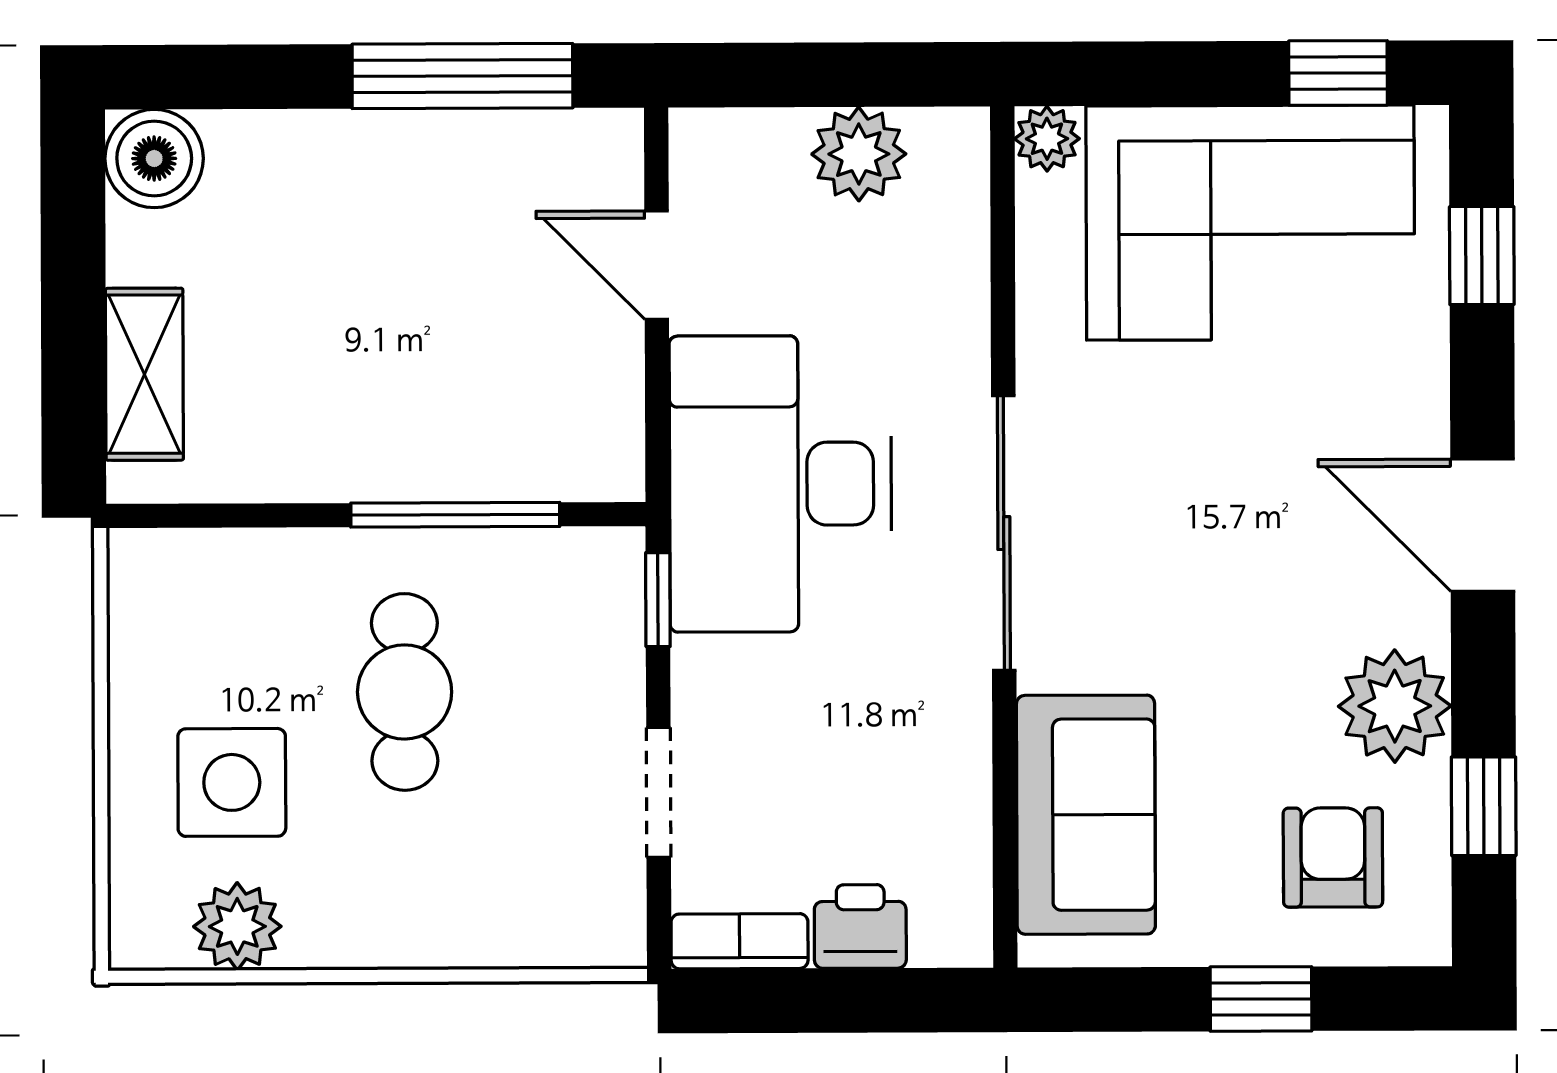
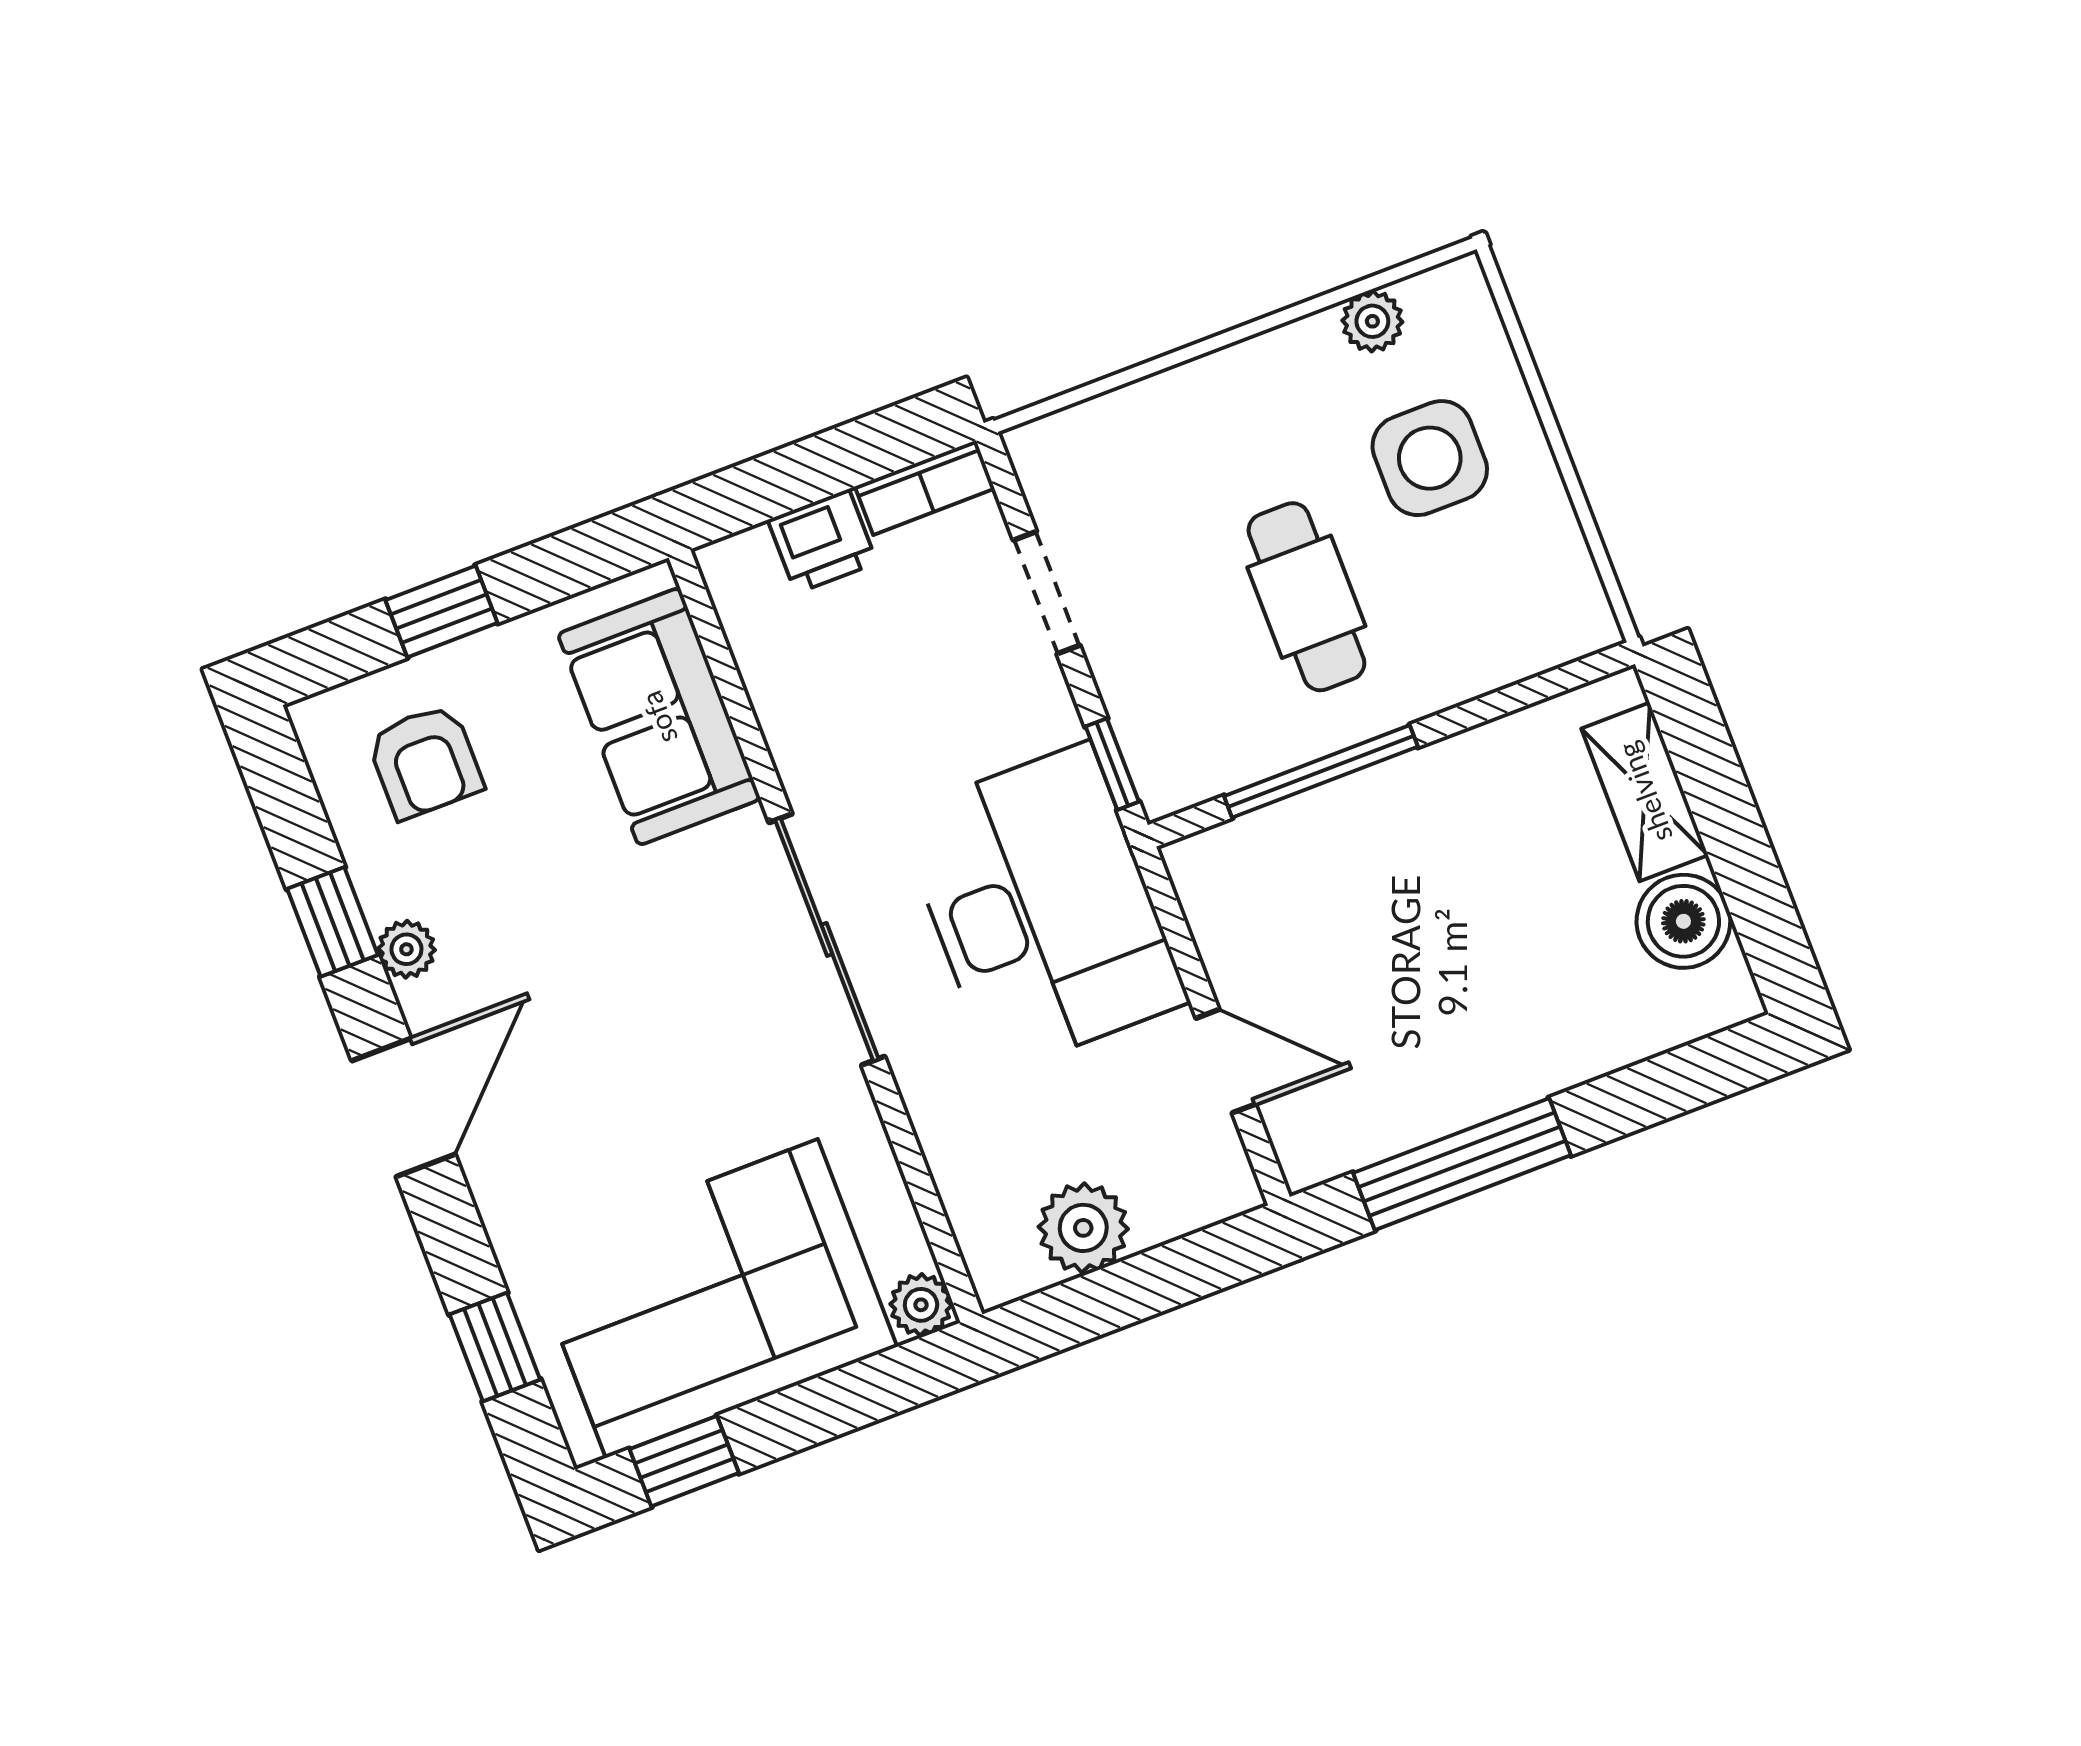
boiler: (154, 158) -> (1683, 921), moved
door: (1483, 525) -> (403, 1108), hinge flipped
plant: (1395, 706) -> (406, 949), width x0.53, depth x0.53
window: (1484, 806) -> (333, 922), moved
plant: (237, 926) -> (1372, 321), width x0.73, depth x0.73

